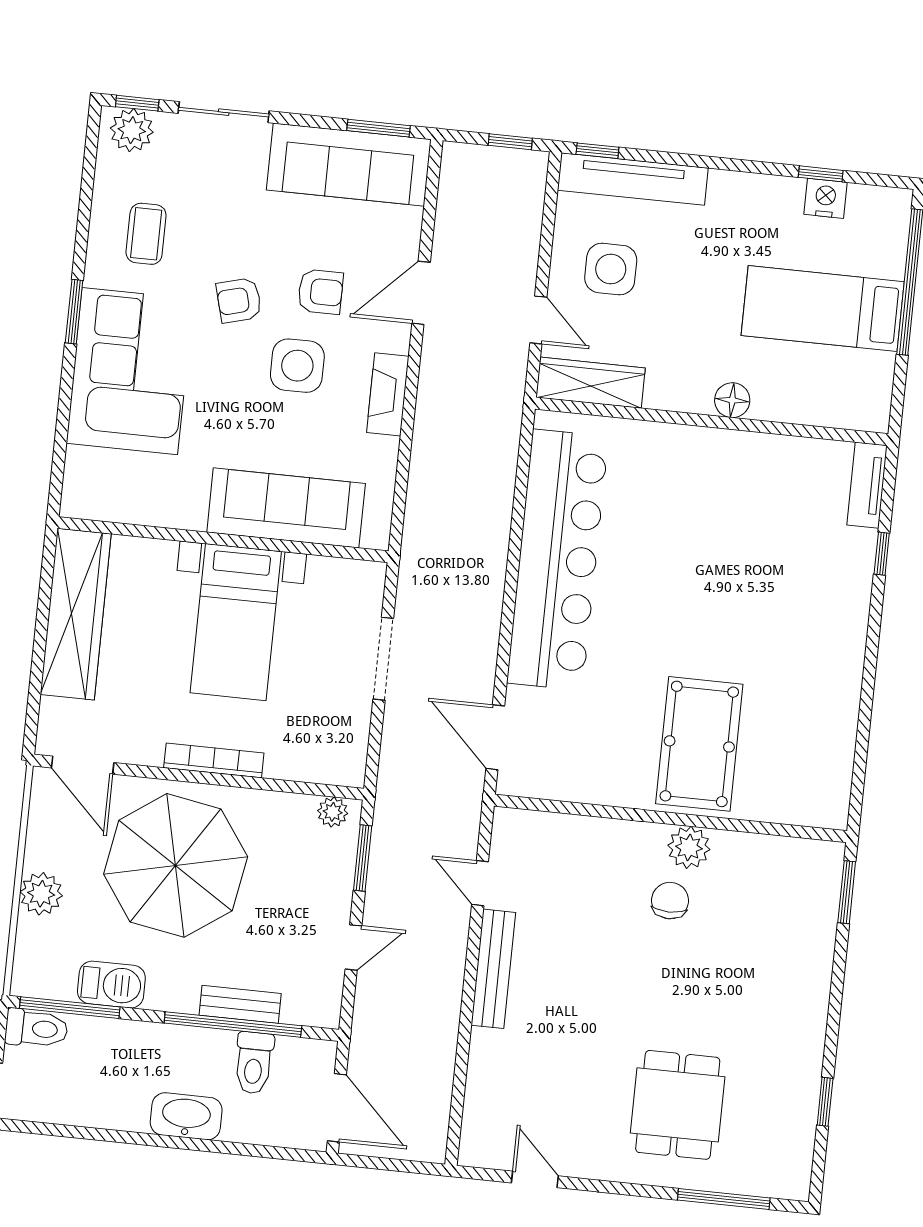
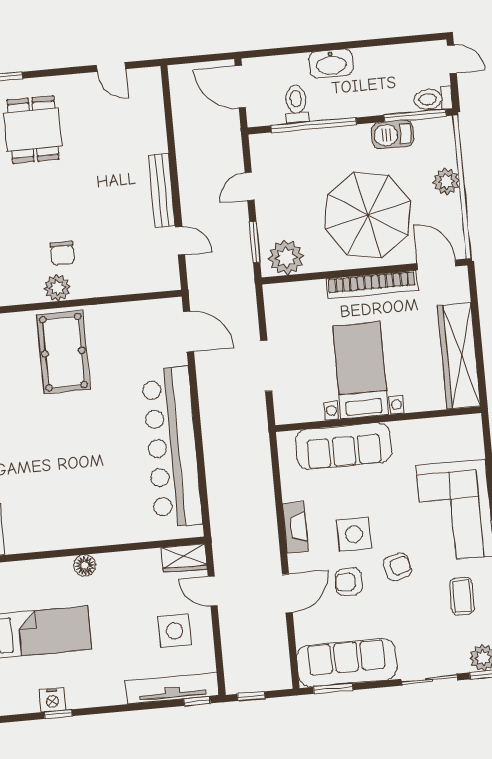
wardrobe: (591, 383) -> (184, 558), width x0.67
bookcase: (214, 760) -> (372, 285), width x1.48, depth x1.31
plant: (333, 812) -> (286, 257), width x1.87, depth x1.87
bench: (240, 1004) -> (312, 138), removed

